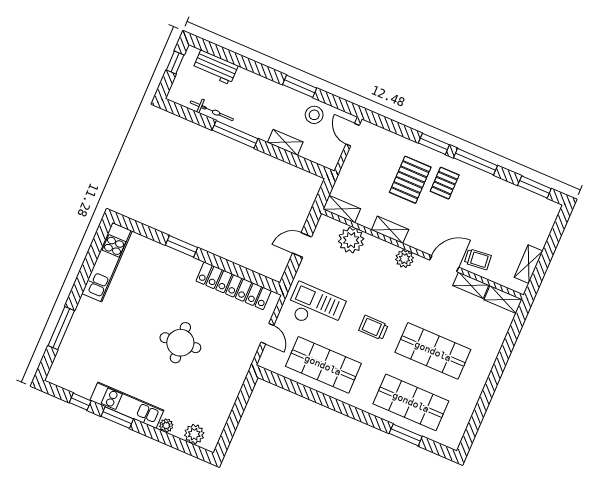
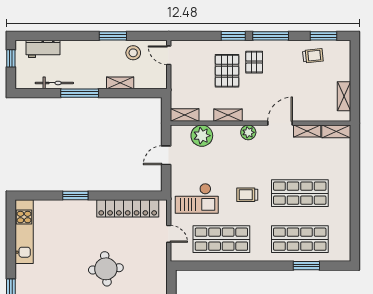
trolley: (478, 259) -> (313, 56), moved
checkout: (315, 308) -> (197, 198), turned 180

